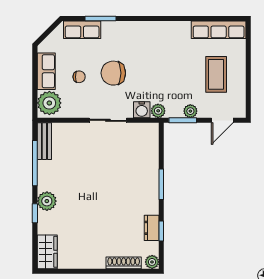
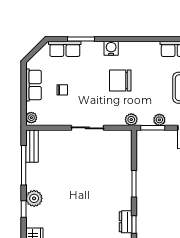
chair: (113, 73) -> (120, 80), moved
plant: (49, 103) -> (31, 118), width x0.53, depth x0.53
water cooler: (142, 110) -> (111, 48), moved, turned 180

